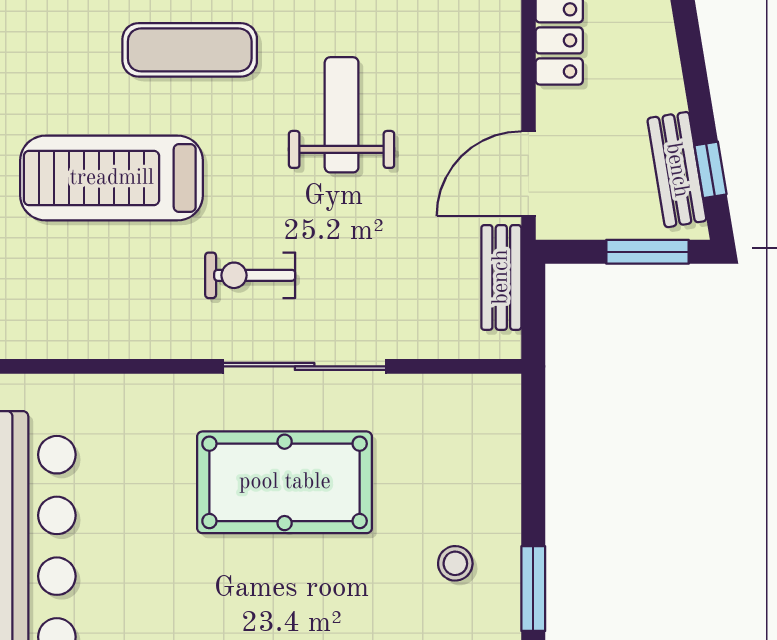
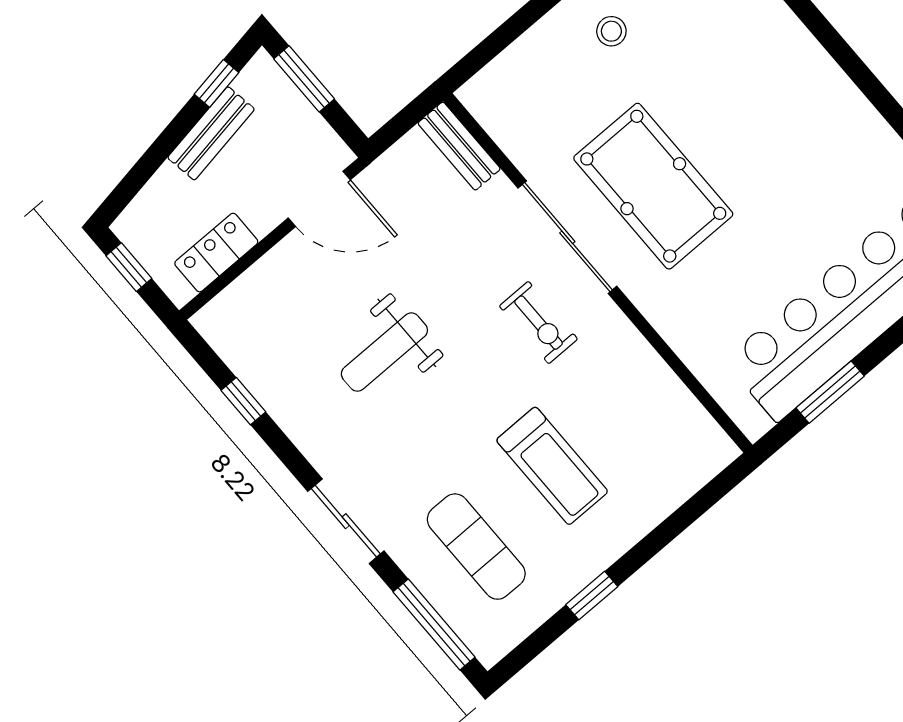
exercise mat: (190, 50) -> (476, 547), moved
bench: (677, 170) -> (211, 133), moved
treadmill: (112, 178) -> (552, 466), width x0.73, depth x0.73
bench: (501, 277) -> (459, 146), moved, turned 90

